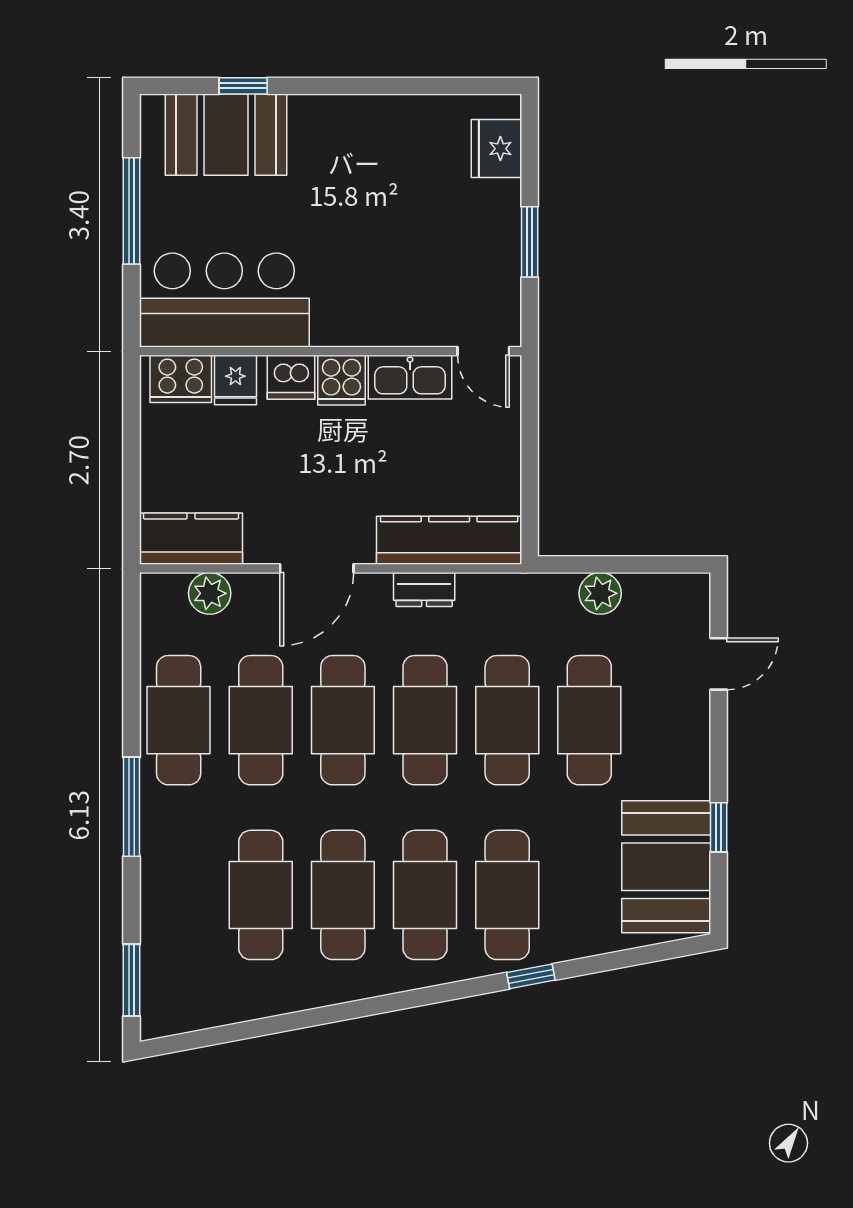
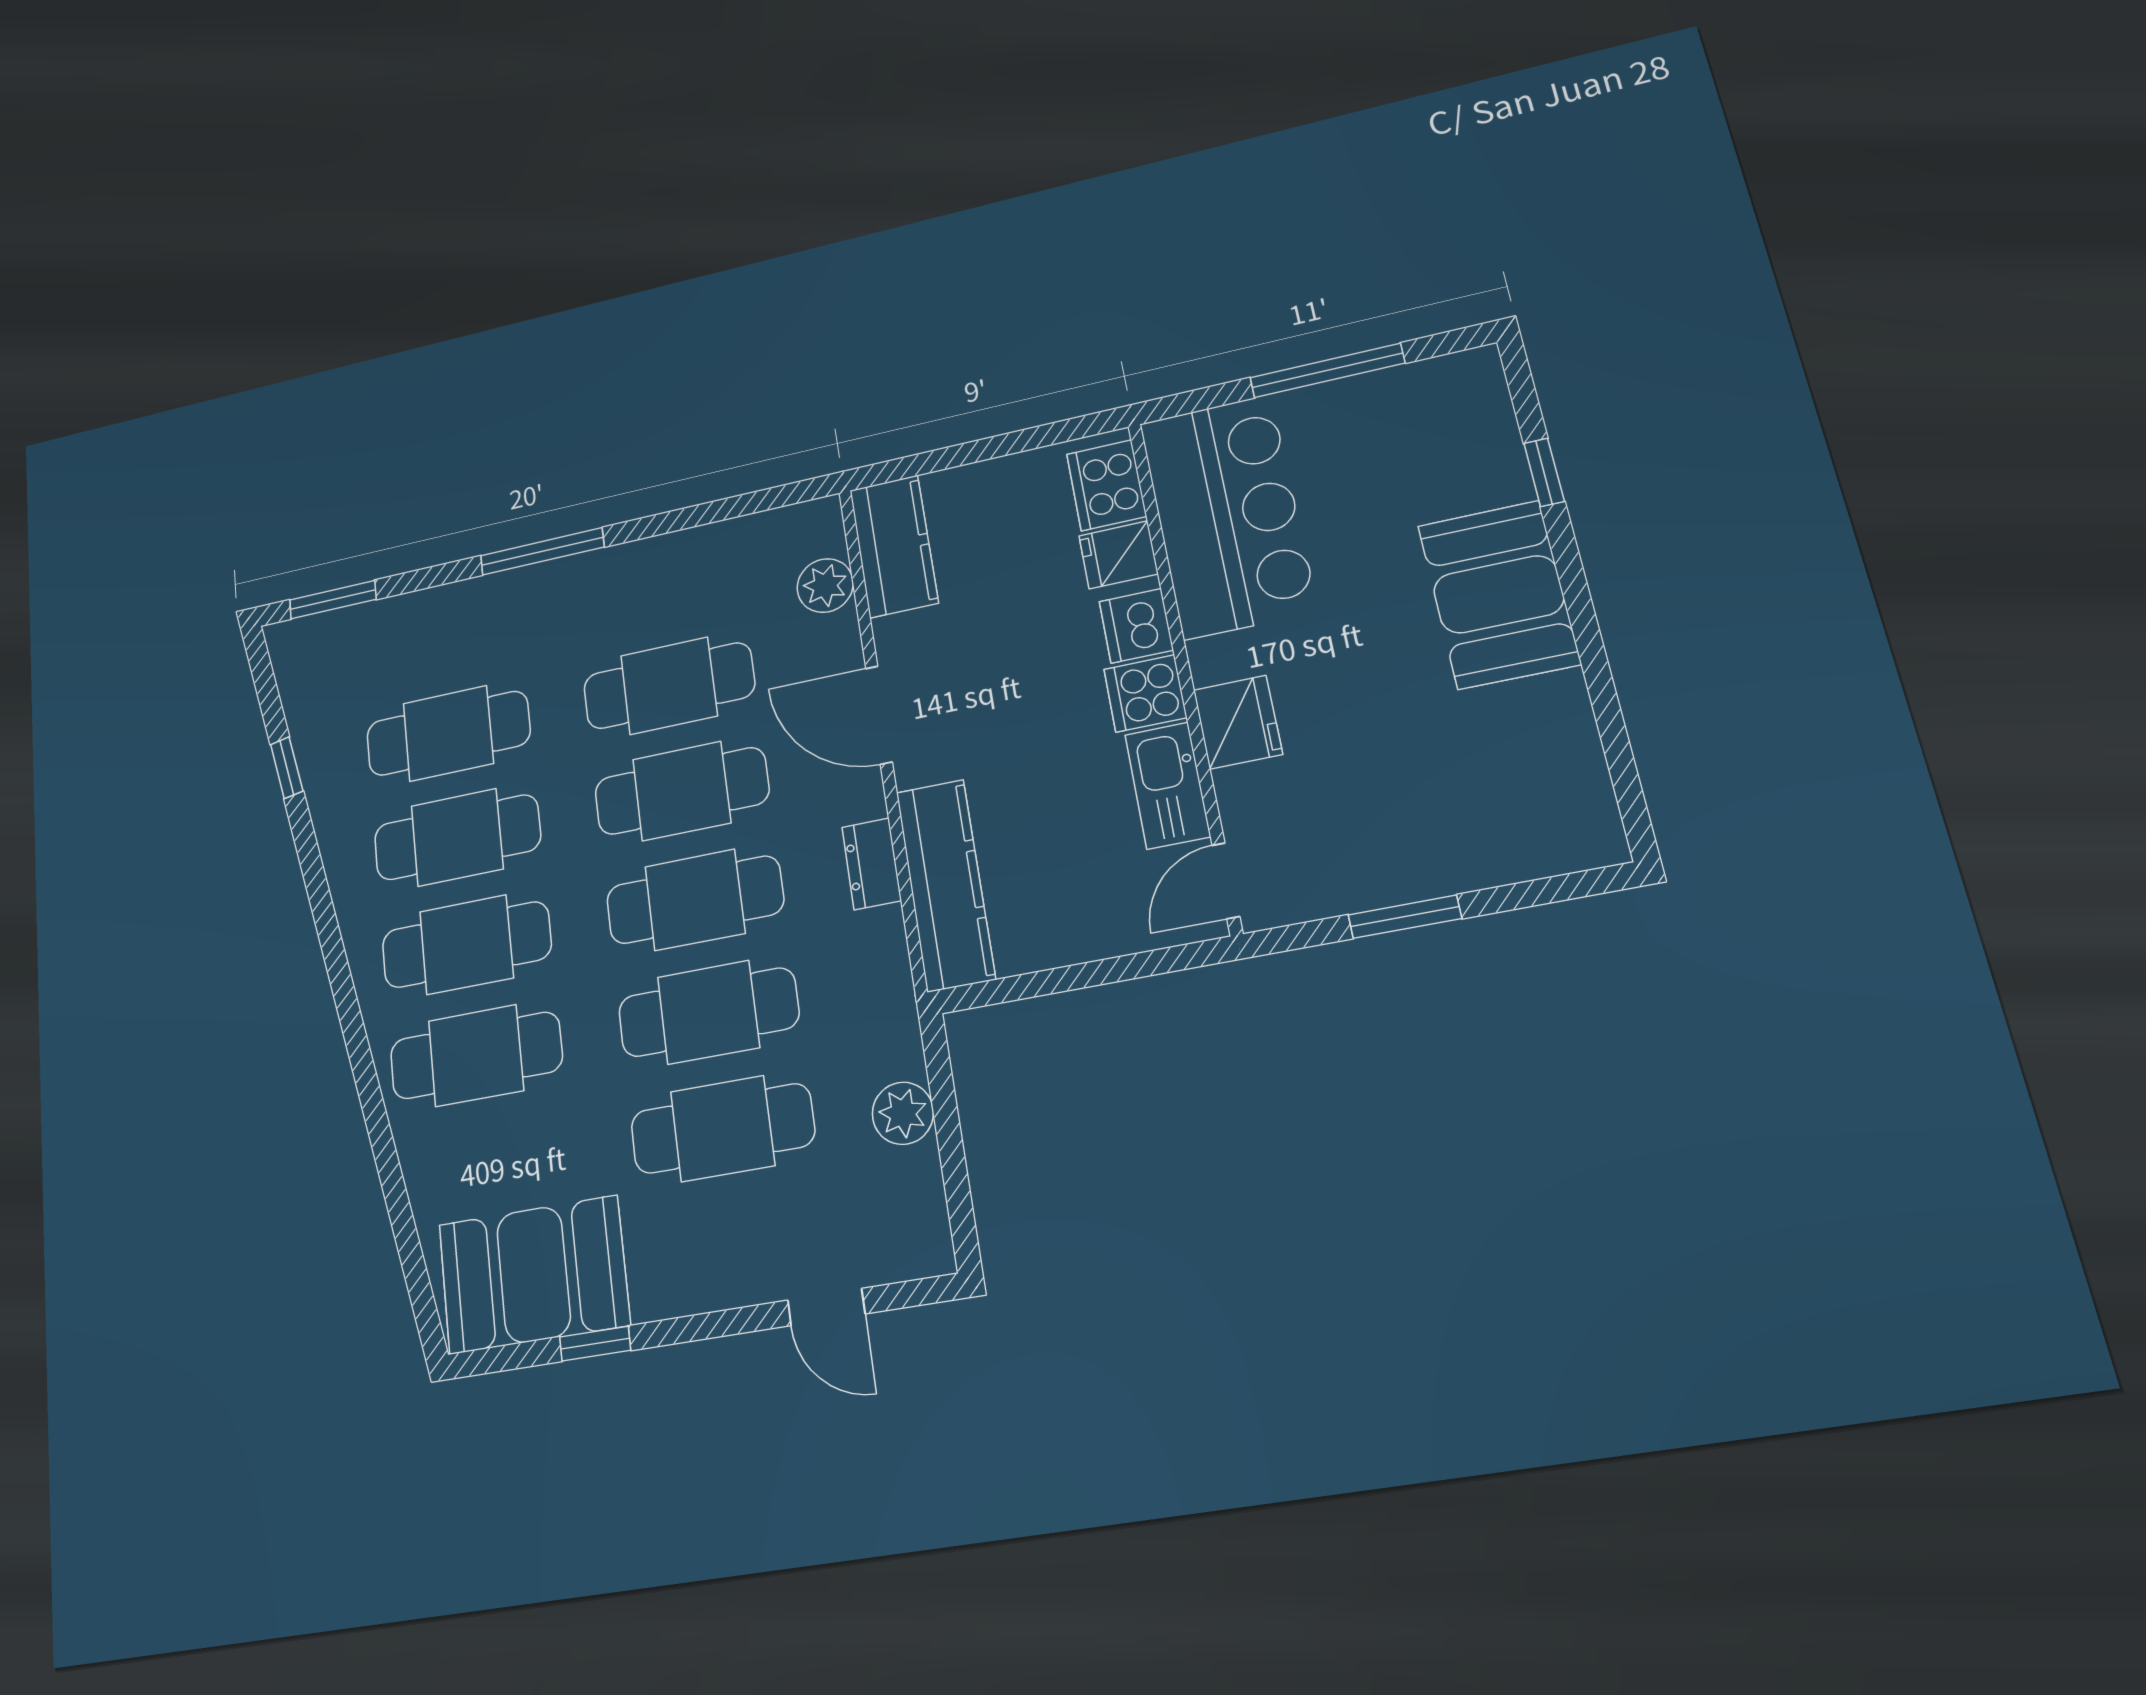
booth: (226, 135) -> (1499, 594), moved
fridge: (496, 149) -> (1238, 722), moved, turned 90
cafe table: (179, 720) -> (657, 584), removed
window: (531, 976) -> (287, 768), moved

